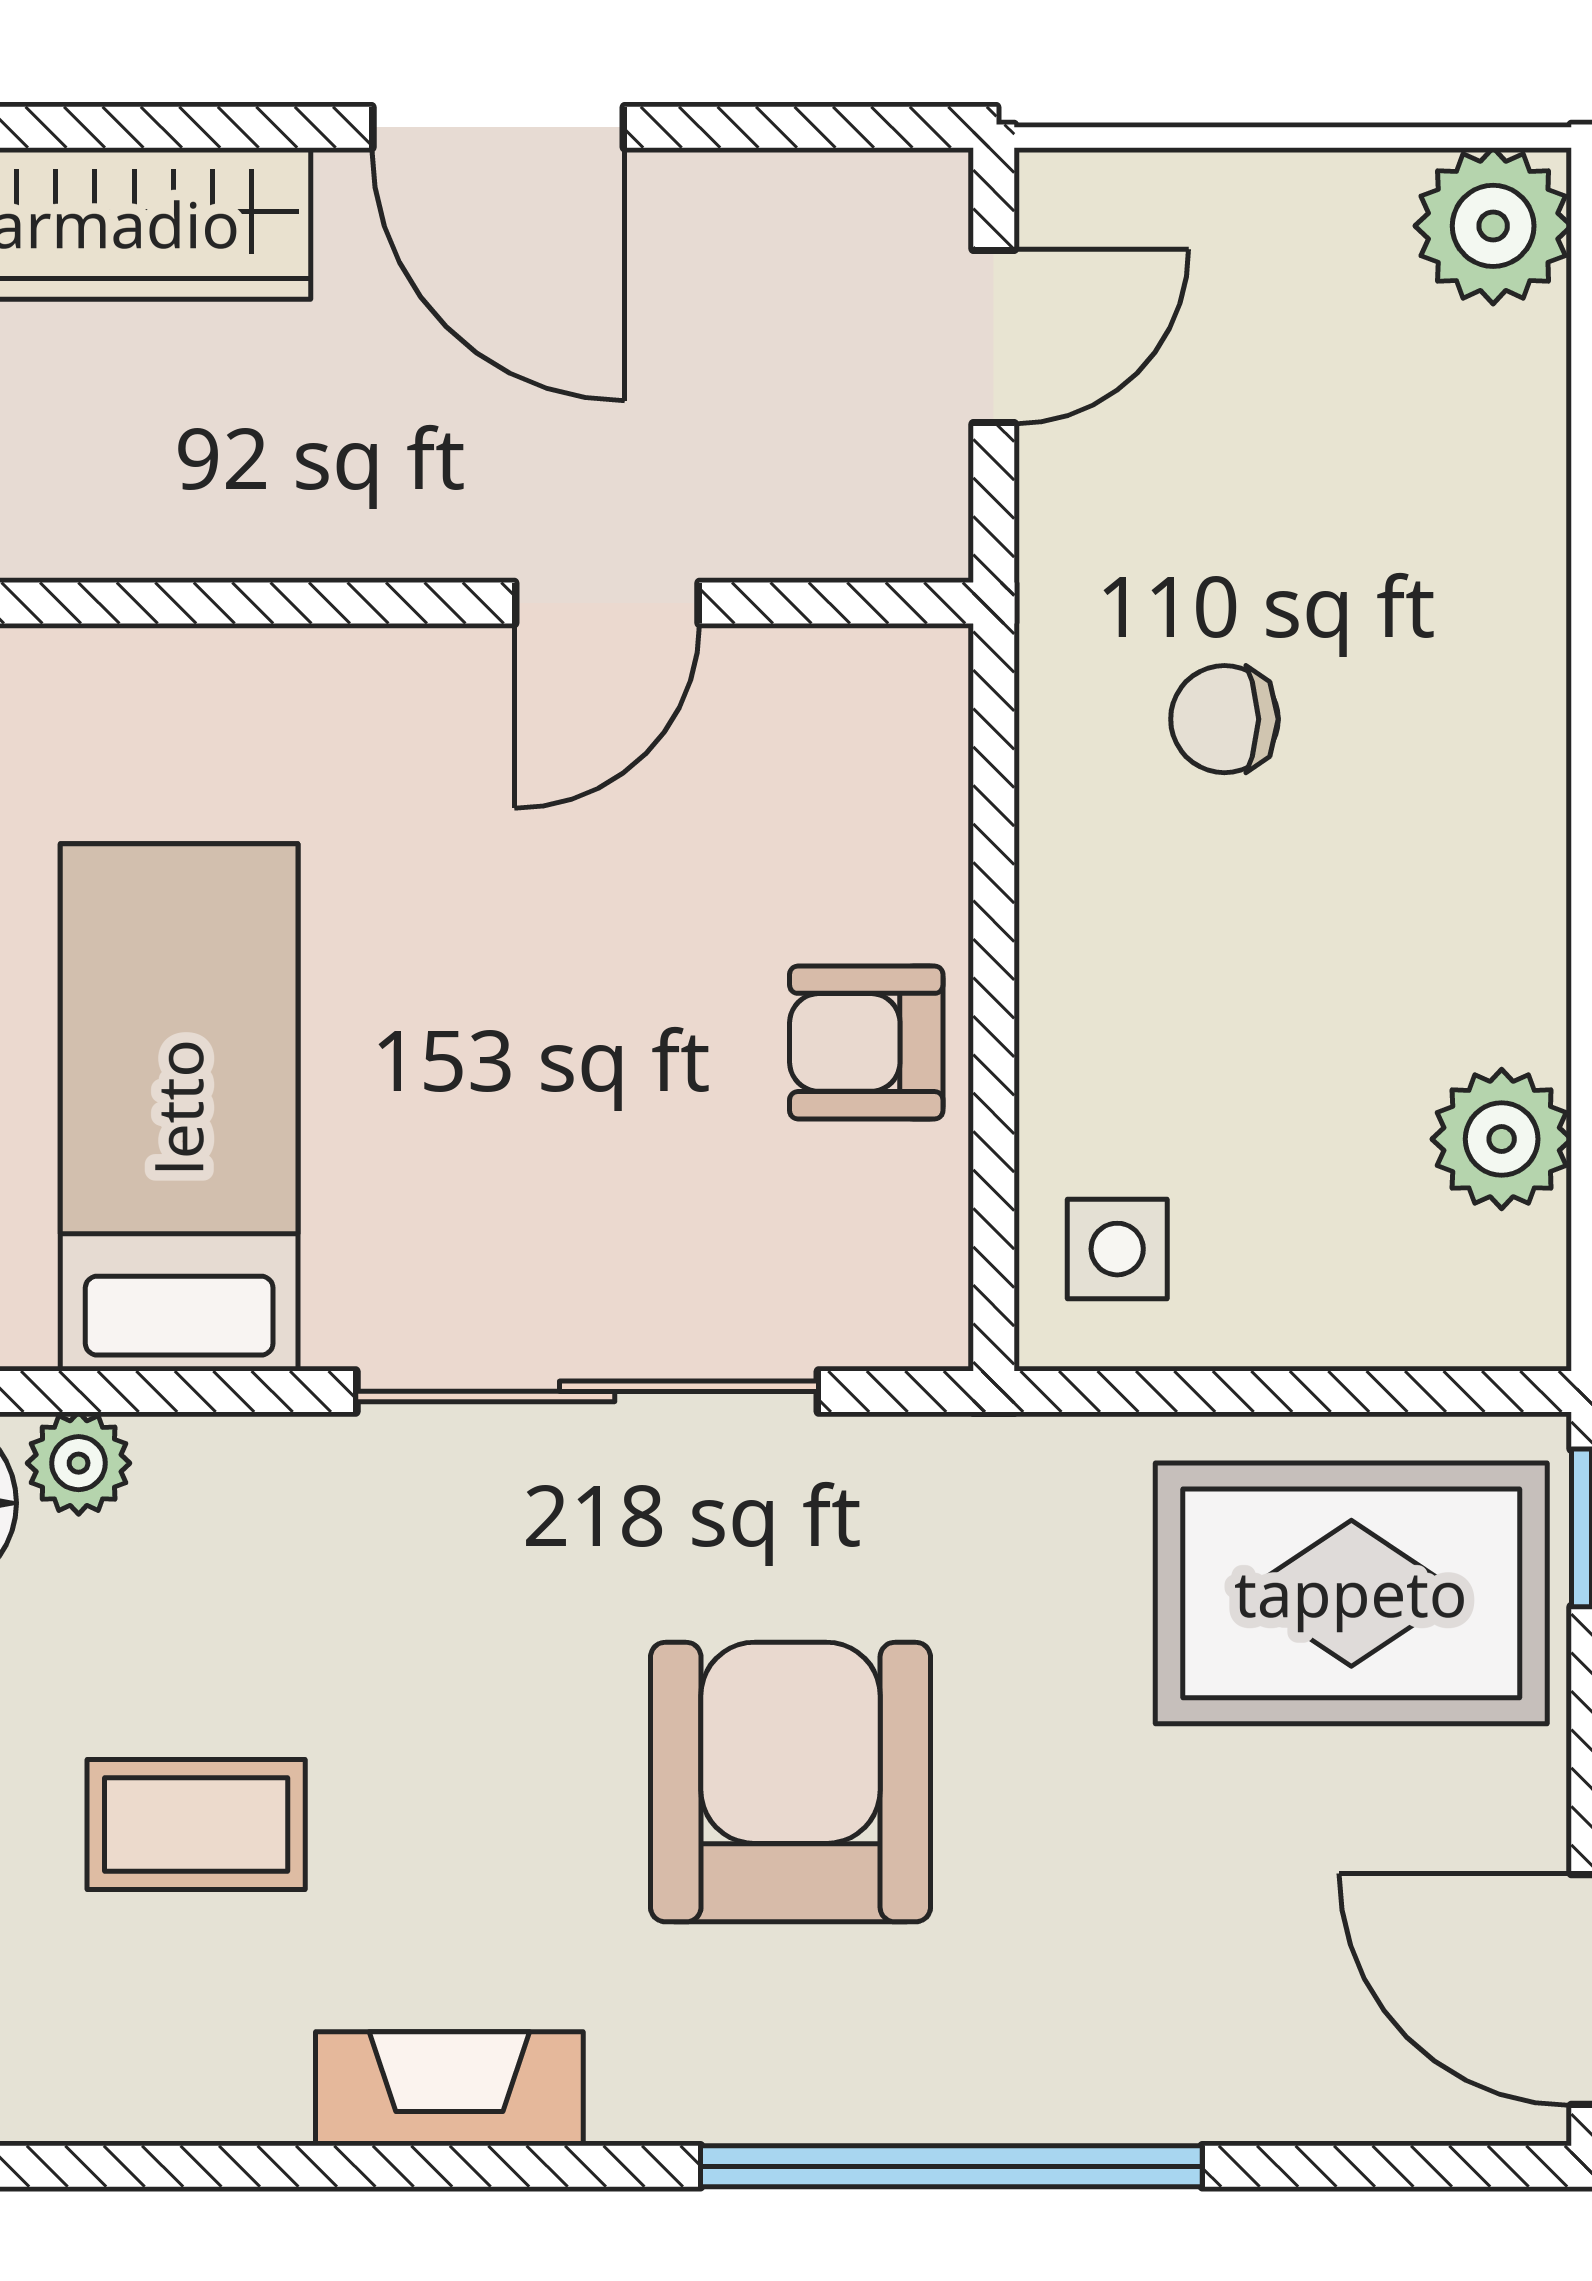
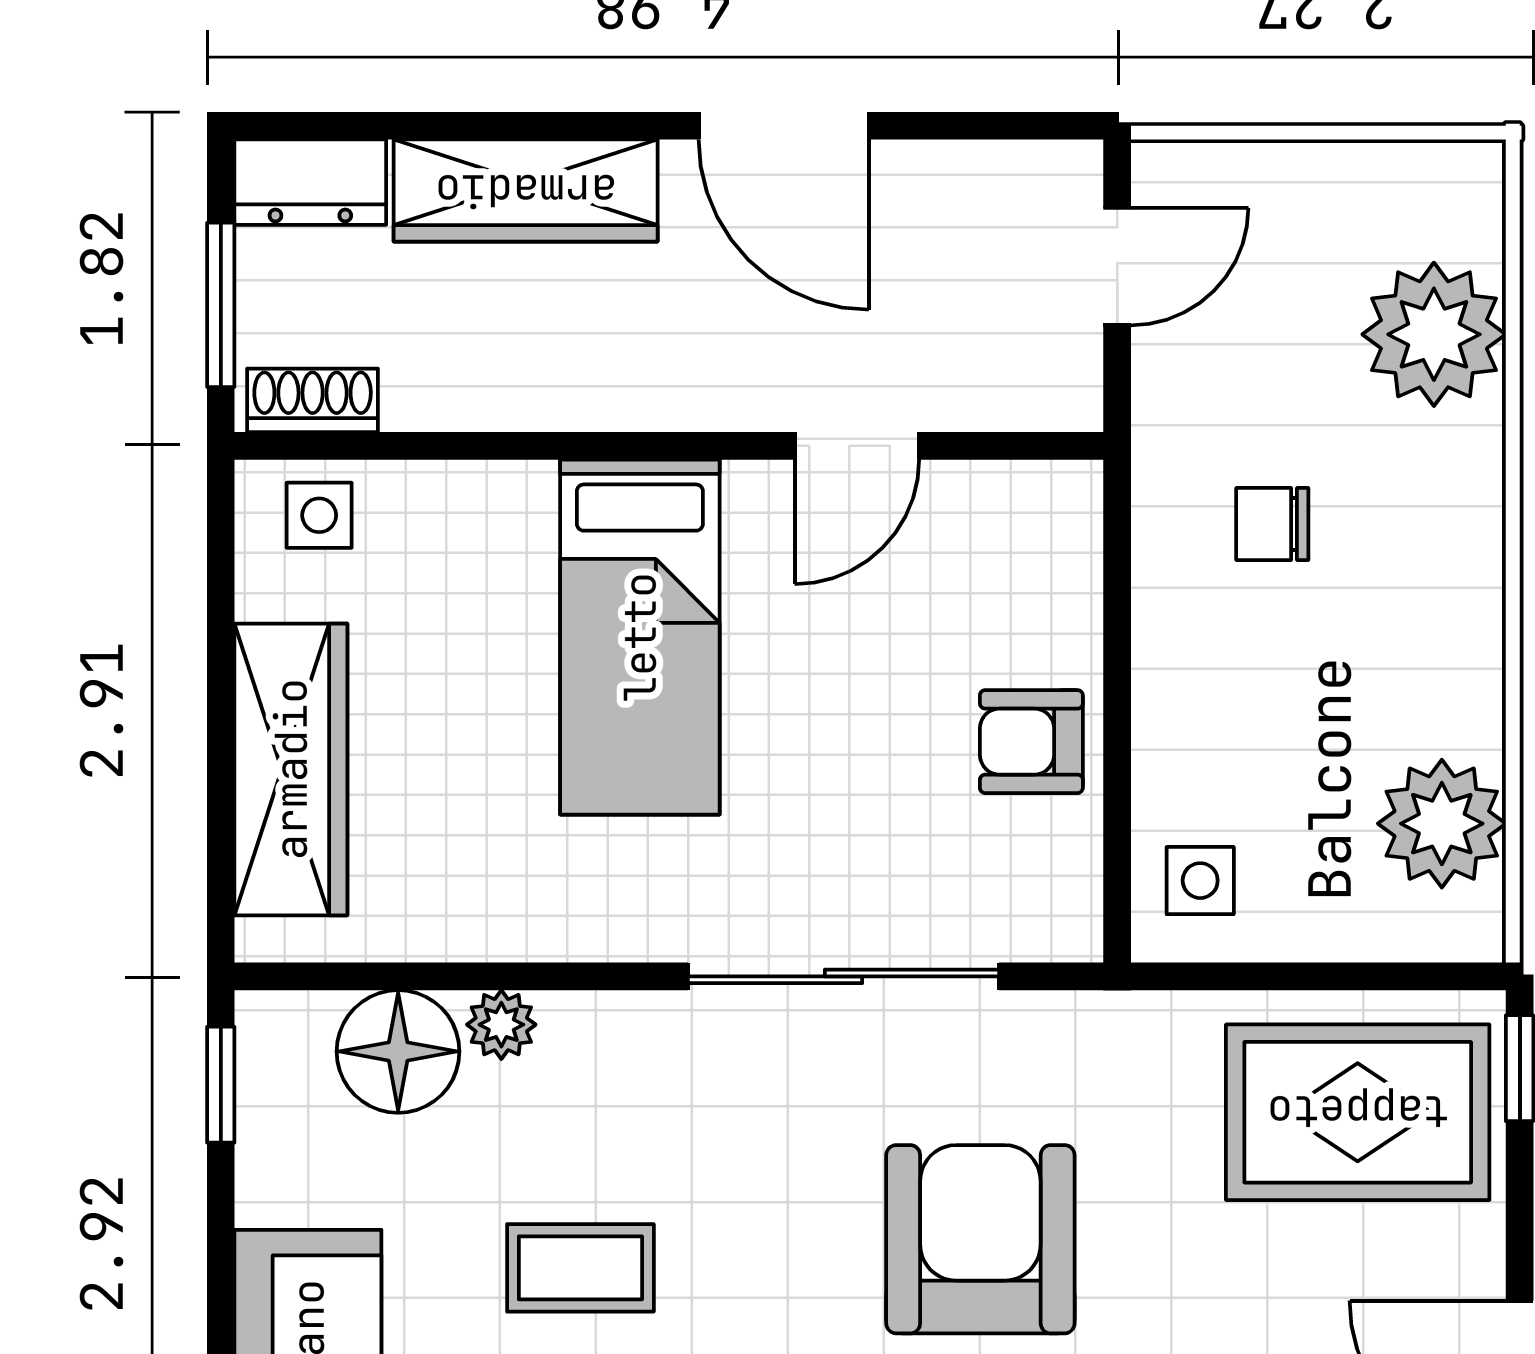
plant: (1493, 226) -> (1434, 334), moved, width x1.36, depth x1.36
bed: (179, 1107) -> (640, 637), moved, turned 180
plant: (1502, 1139) -> (1442, 824), width x1.36, depth x1.36

